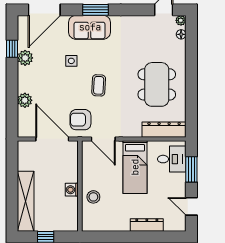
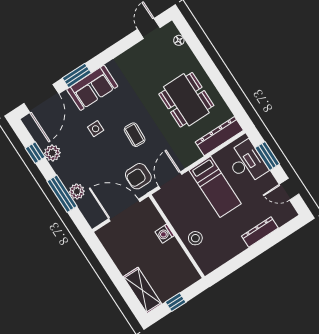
window: (96, 10) -> (77, 75), moved
plant: (181, 20) -> (170, 28), removed
window: (12, 95) -> (62, 194), added
door: (103, 139) -> (170, 180), swing flipped
desk: (172, 159) -> (247, 162), width x1.37
washing machine: (72, 190) -> (165, 234), moved
shelving: (26, 201) -> (143, 290), width x0.68

